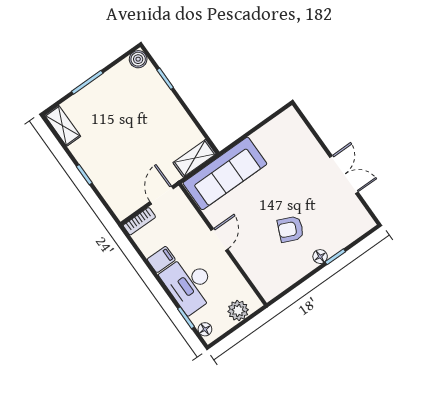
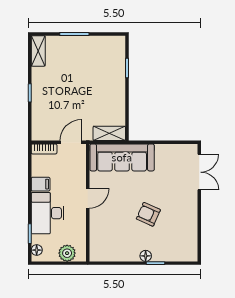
boiler: (138, 59) -> (118, 43), removed
double door: (344, 175) -> (199, 172), moved
armchair: (291, 229) -> (148, 214), moved

